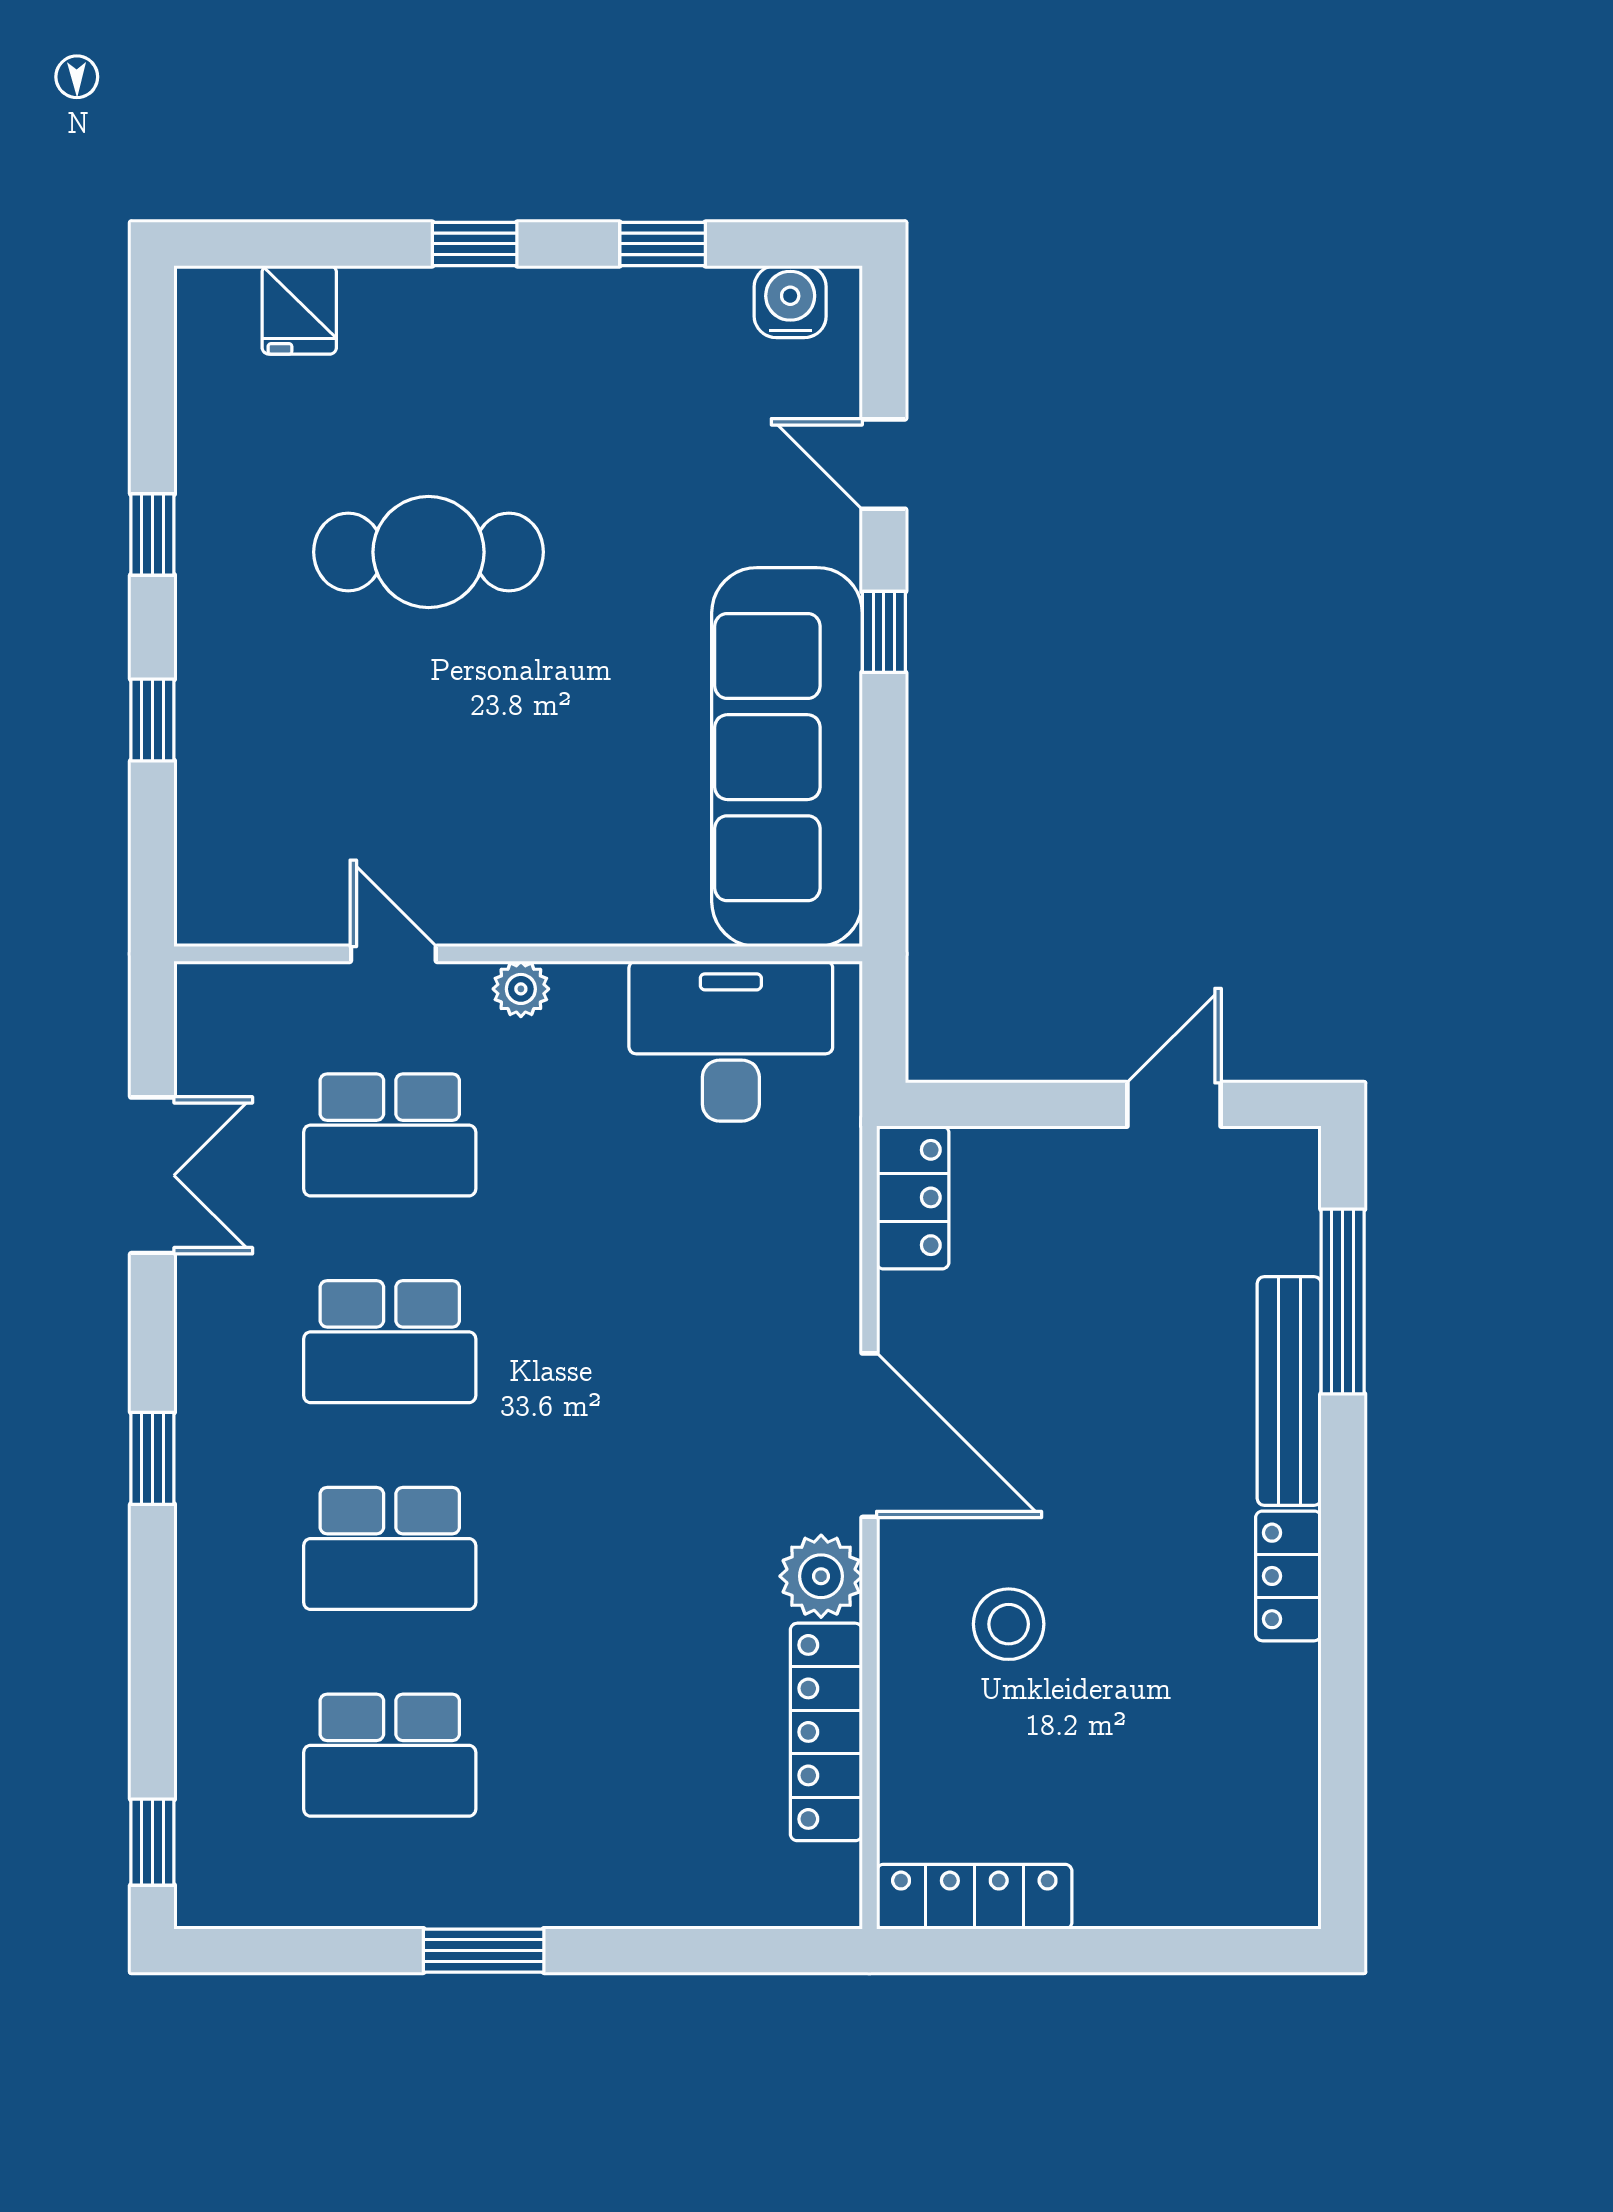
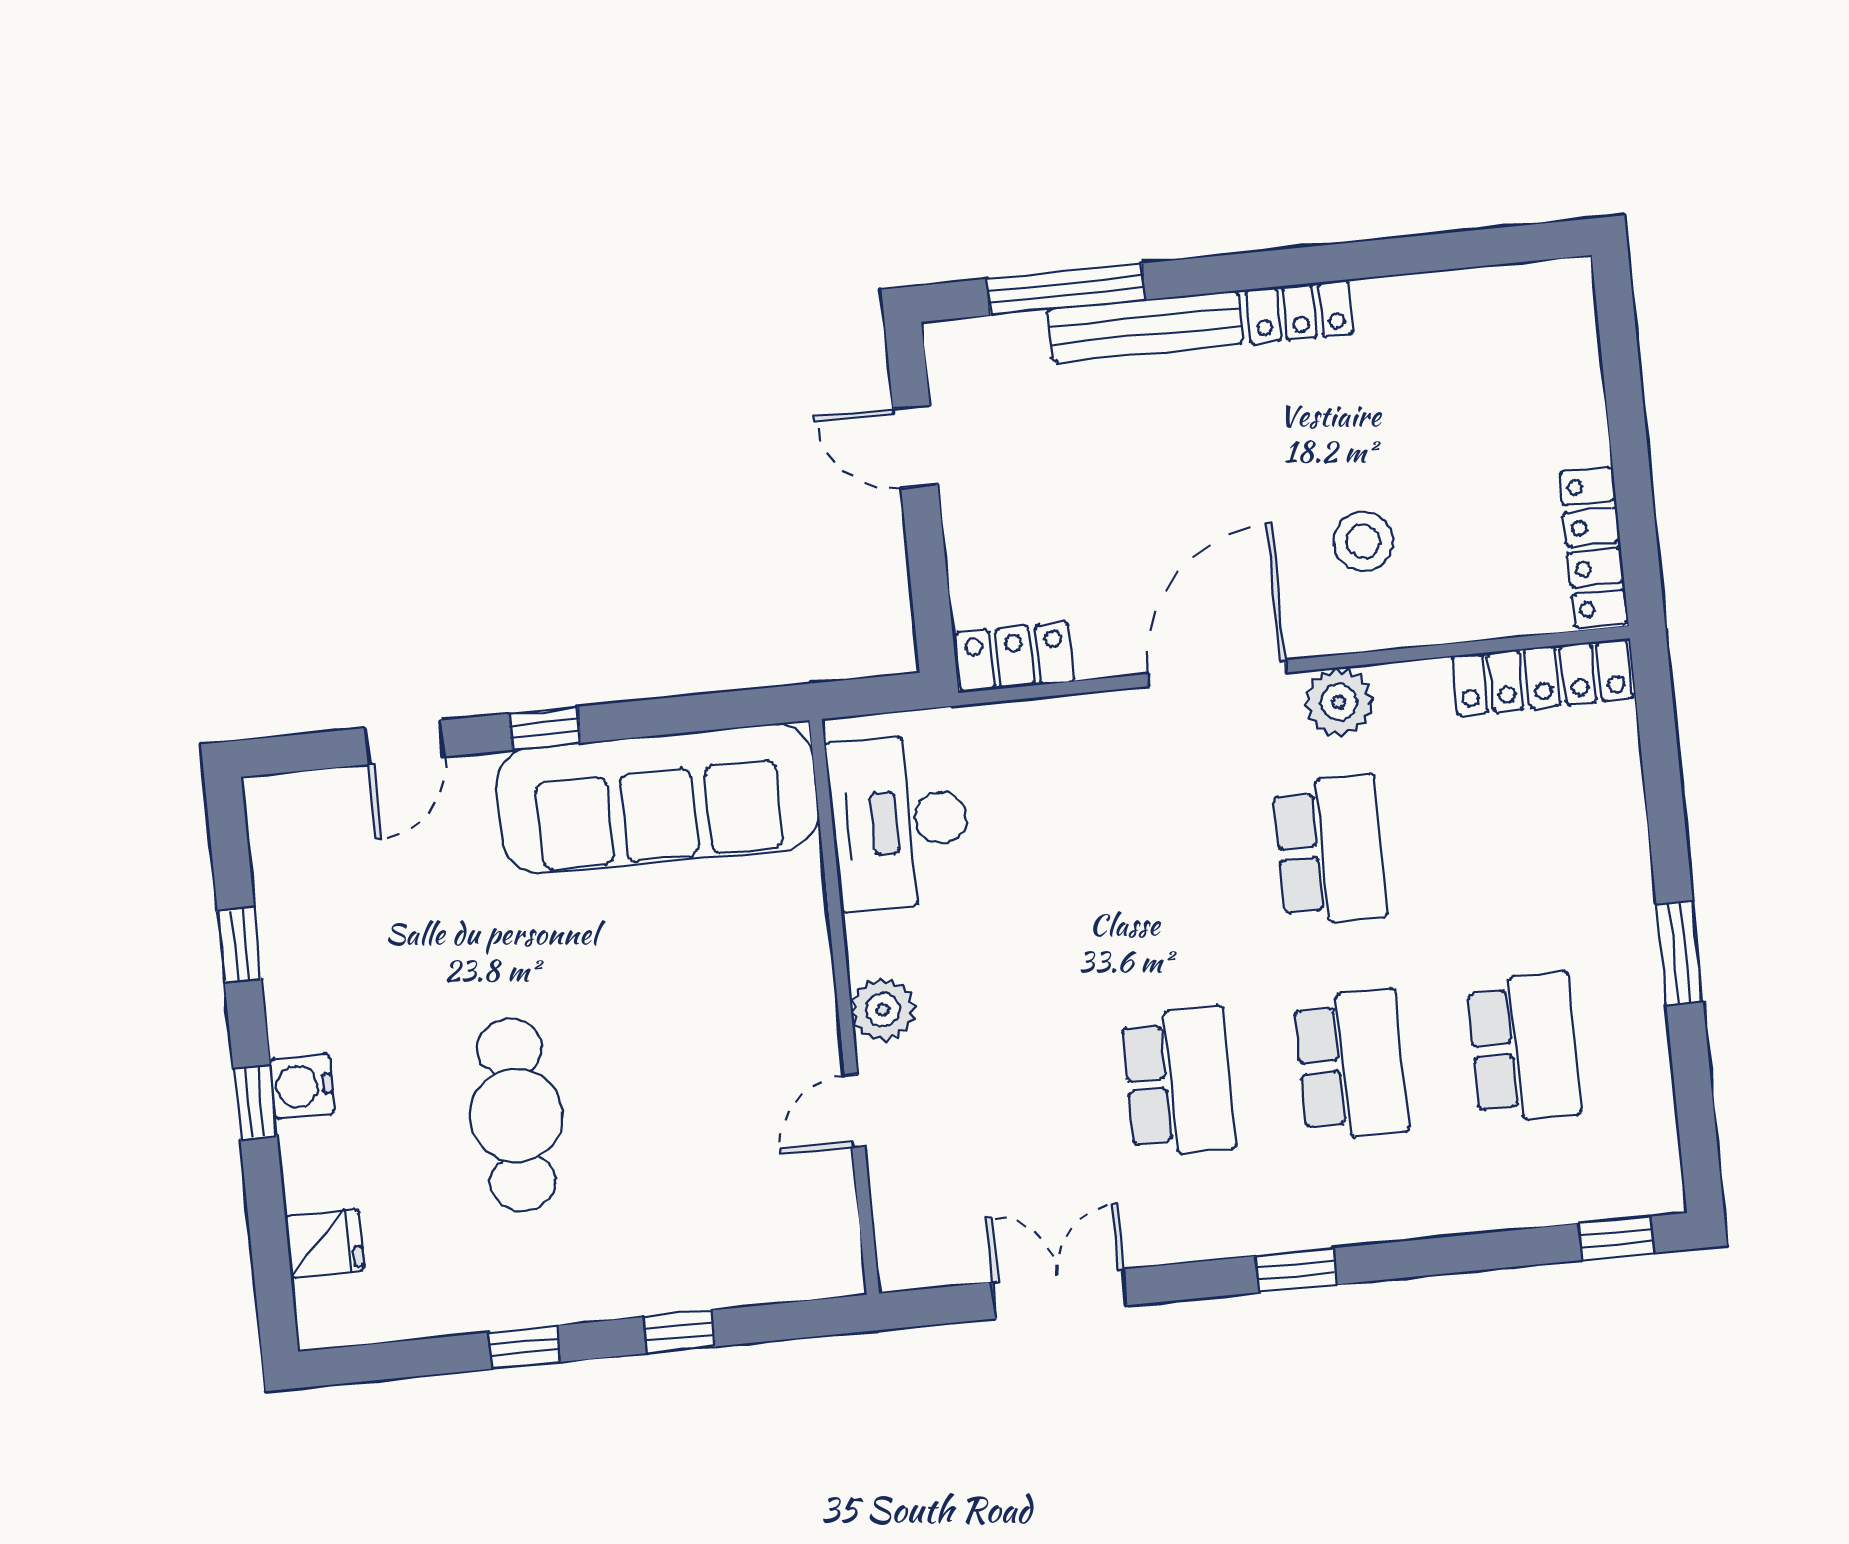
water cooler: (790, 302) -> (302, 1086), moved
plant: (521, 989) -> (883, 1009), width x1.38, depth x1.38
school desk: (390, 1135) -> (1330, 850), moved
locker: (826, 1732) -> (1542, 677), moved

